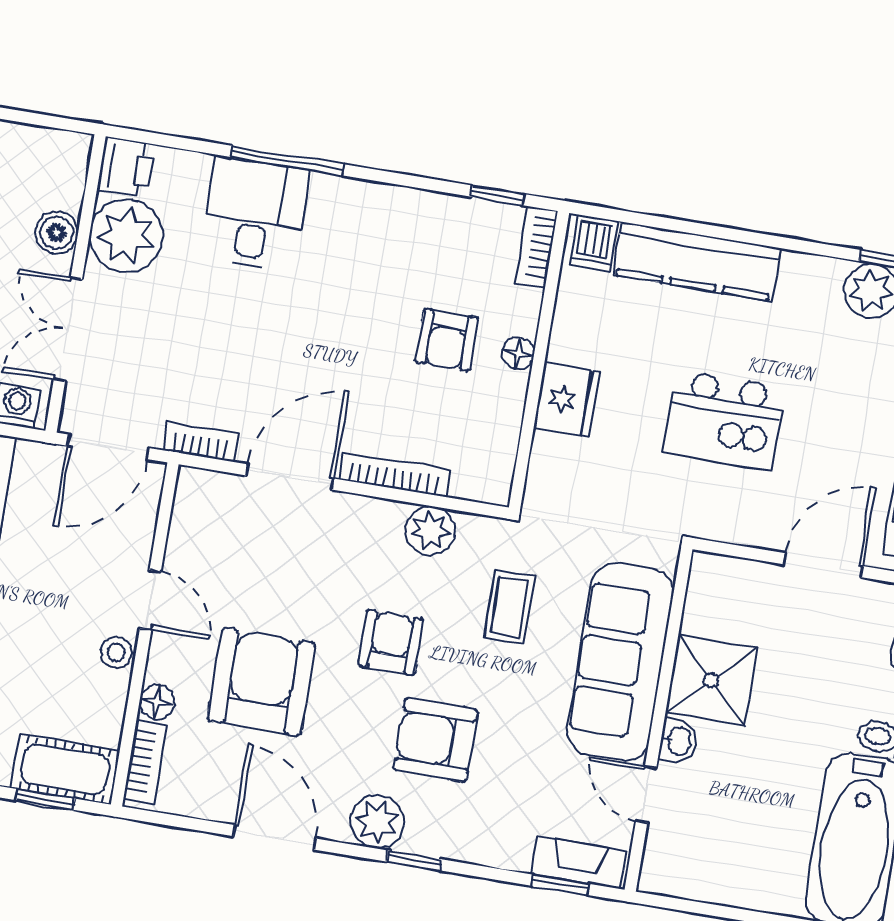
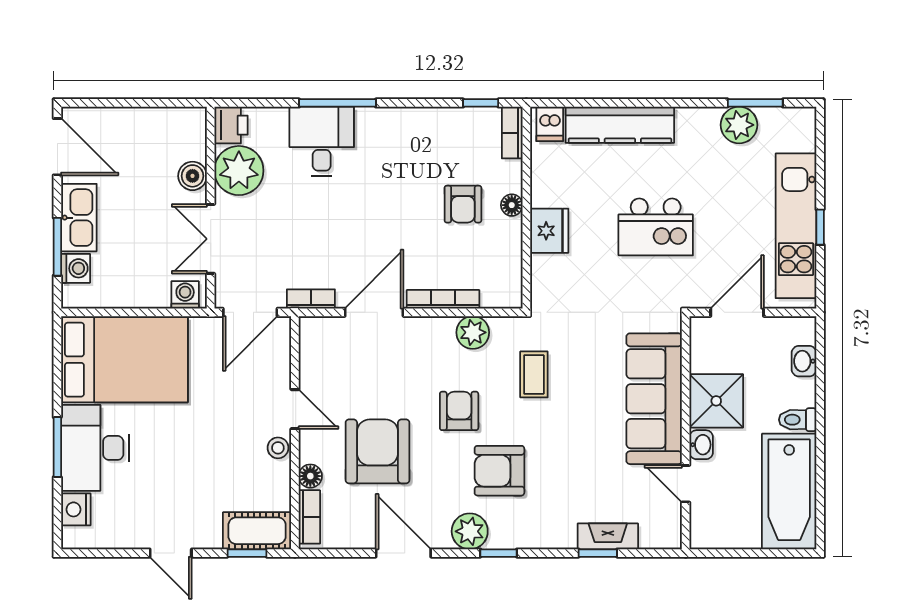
sofa: (620, 662) -> (654, 399), moved
shower: (711, 680) -> (716, 401), moved
wall: (659, 720) -> (686, 433), moved
washbasin: (678, 741) -> (701, 445), moved
door: (646, 794) -> (686, 484), moved

